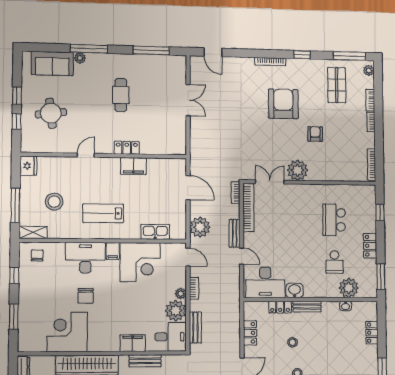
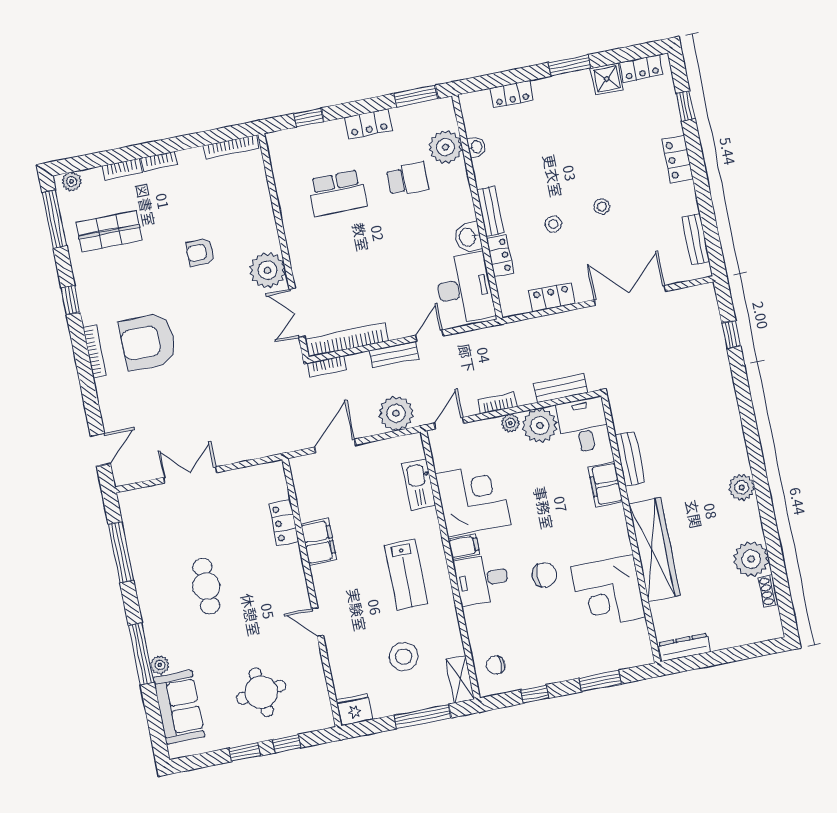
cafe table: (121, 95) -> (206, 586), turned 90
armchair: (283, 104) -> (148, 342), moved
locker: (127, 148) -> (284, 523), moved
desk: (85, 258) -> (482, 579), width x0.73

